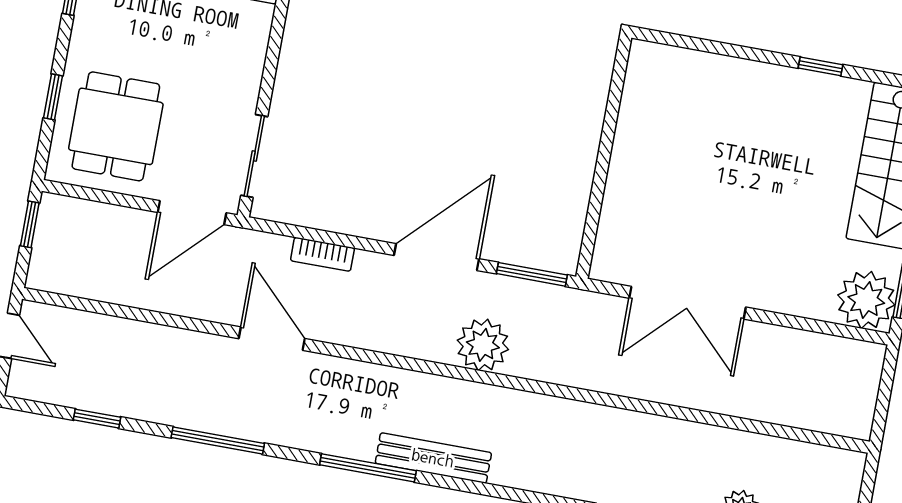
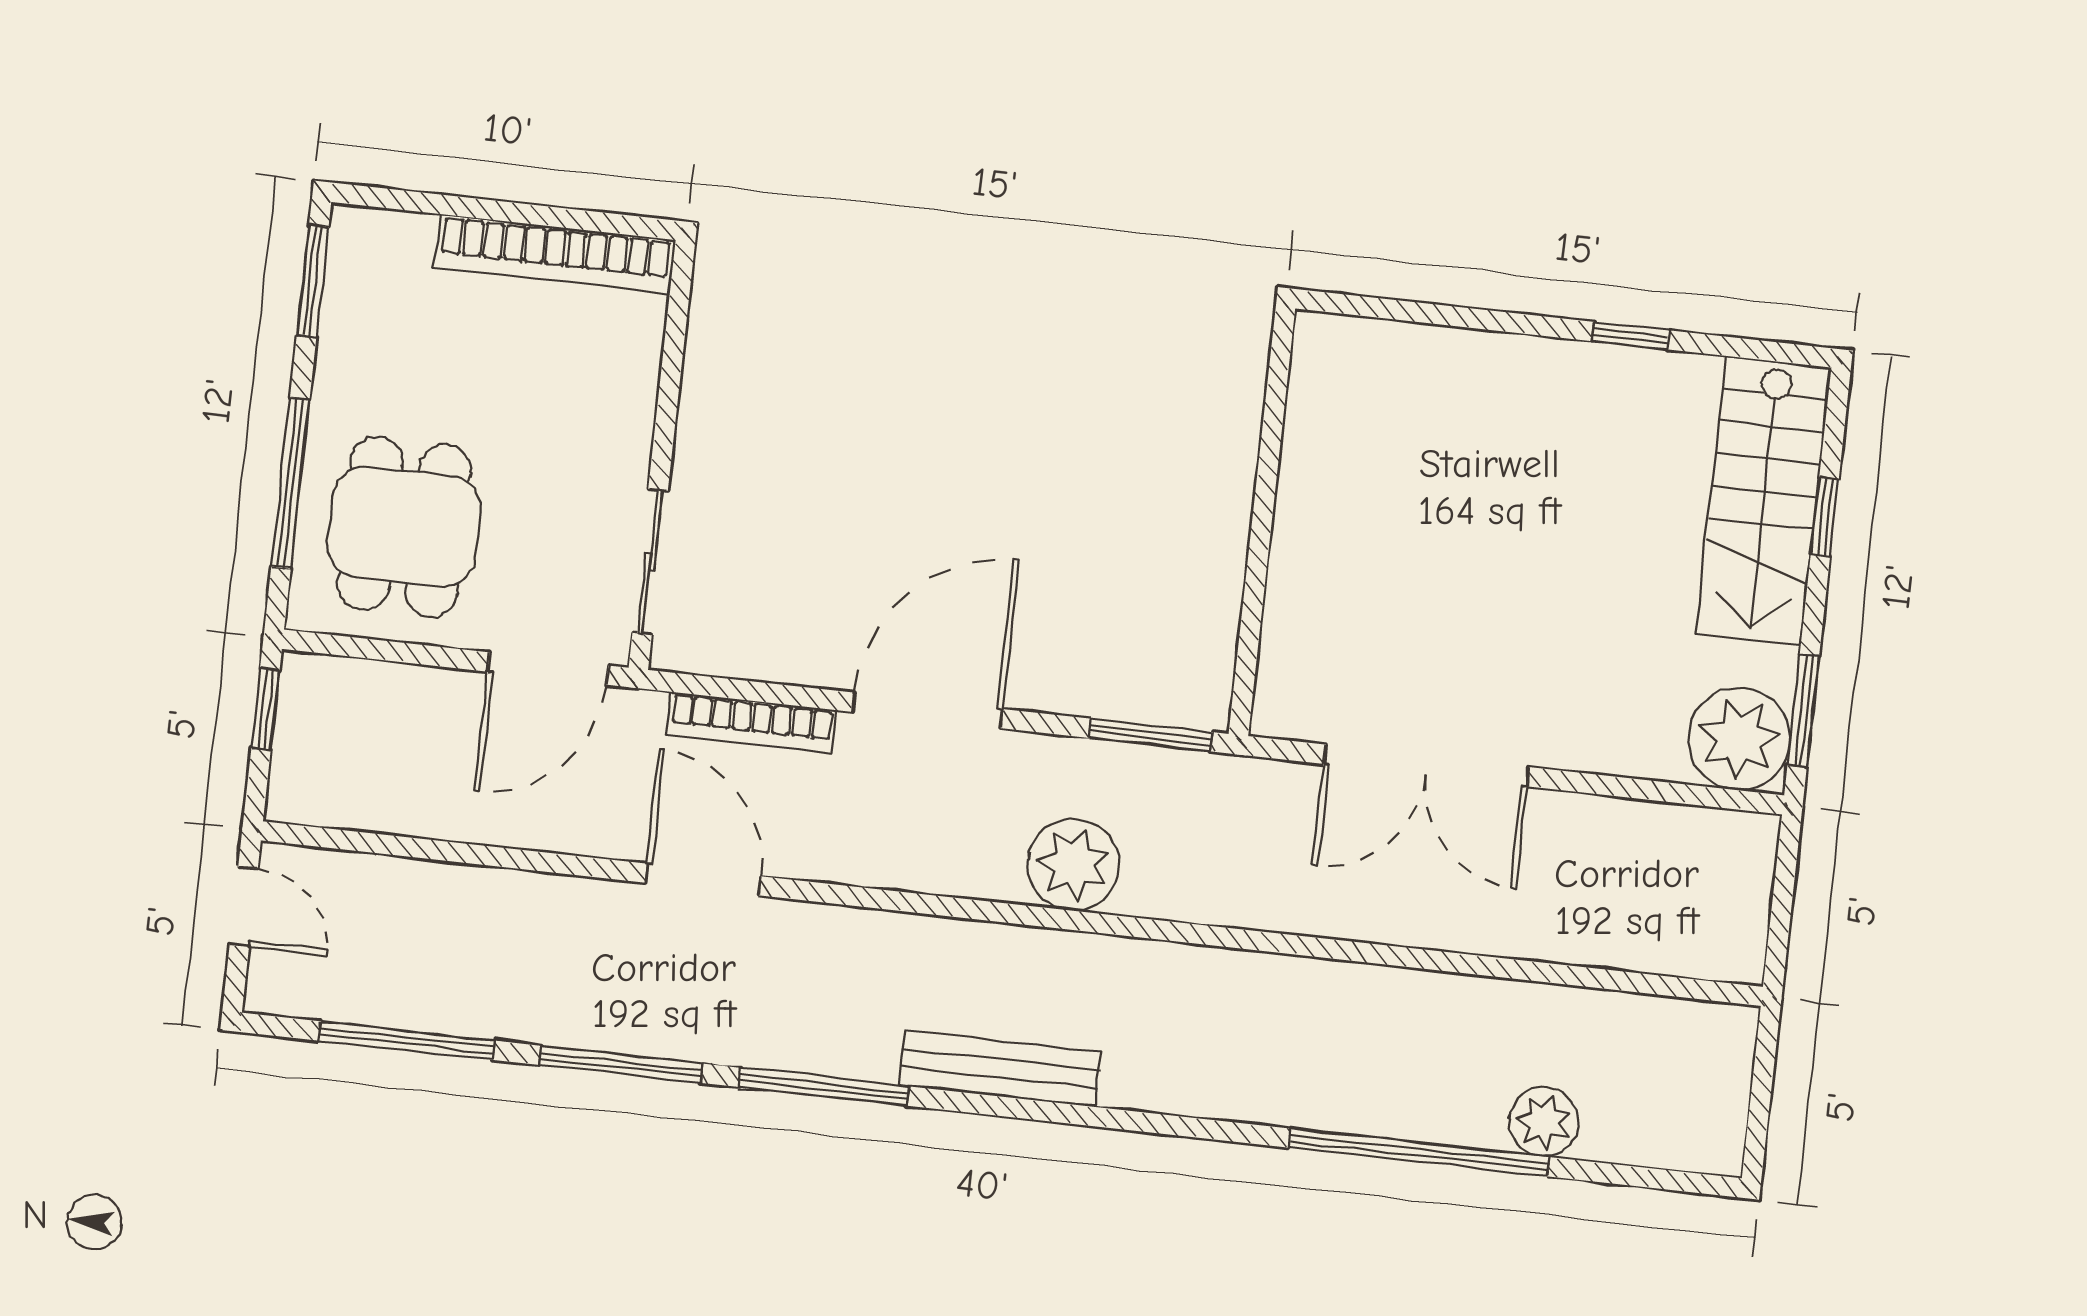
window: (53, 97) -> (290, 483), width x2.17
bookcase: (322, 254) -> (752, 722), width x1.56
door: (436, 257) -> (928, 710), moved
window: (97, 419) -> (407, 1041), width x2.17
window: (368, 468) -> (823, 1087), moved

